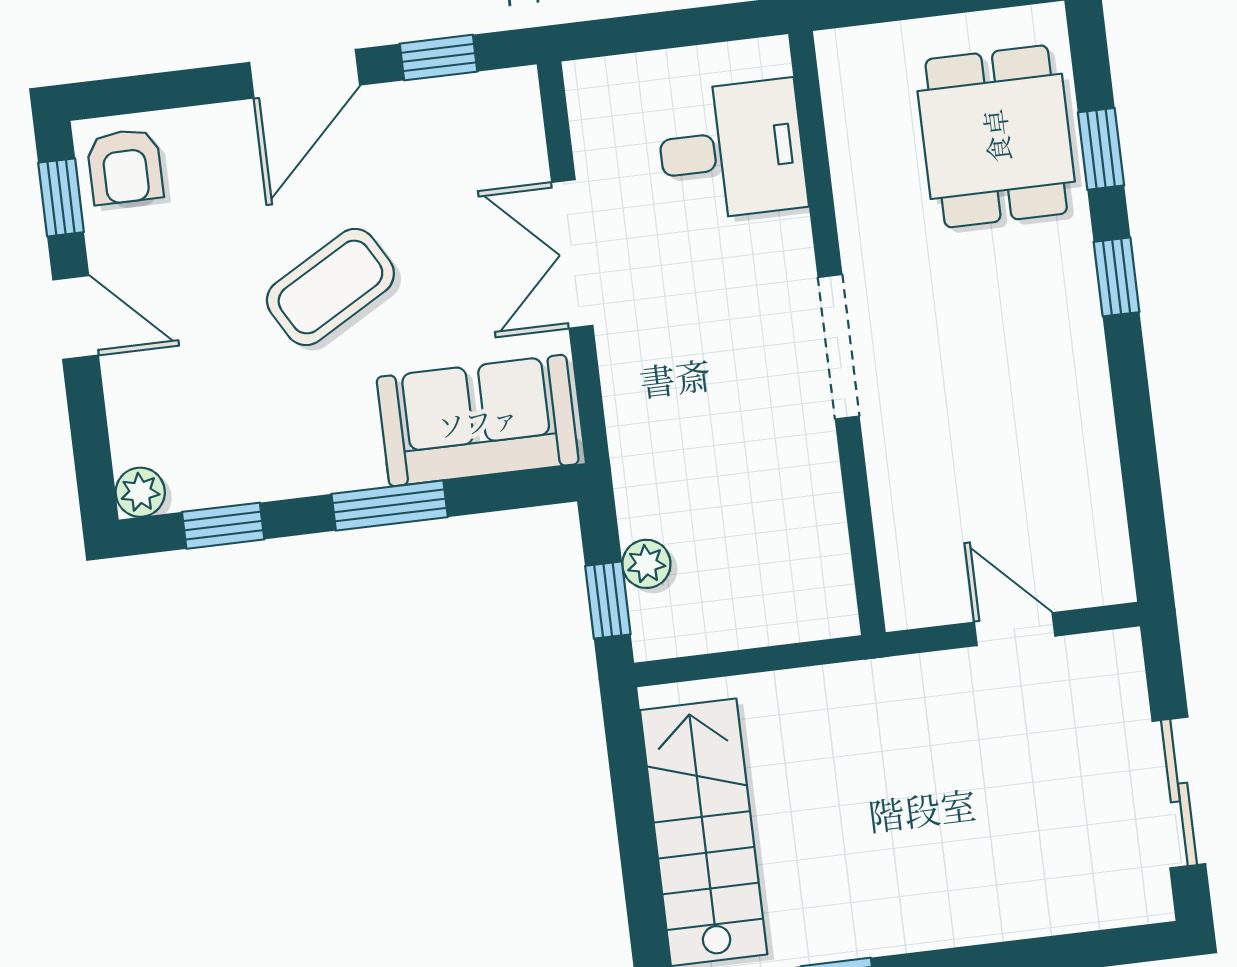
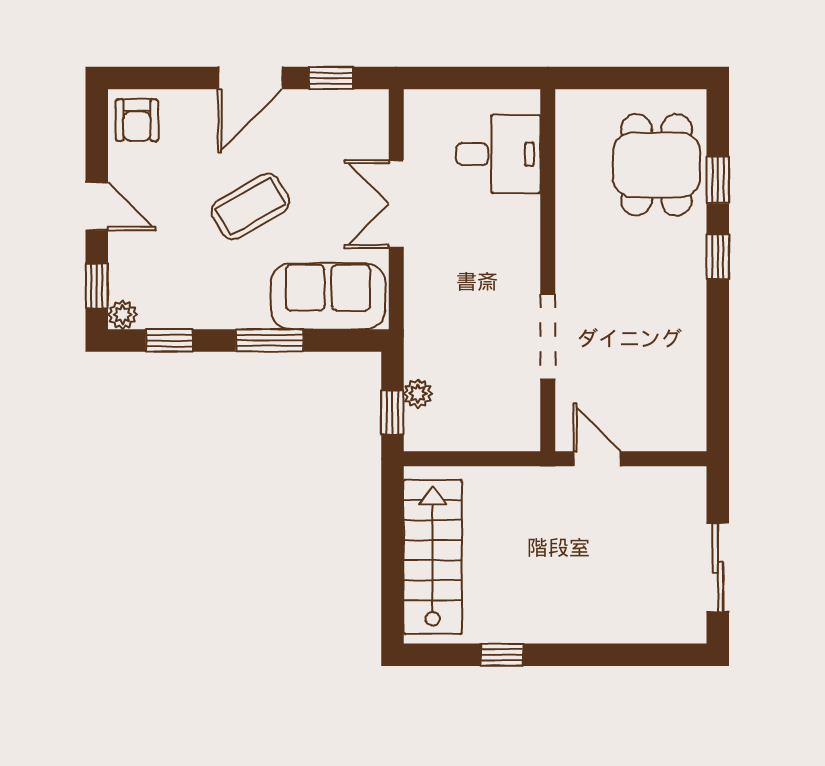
window: (61, 197) -> (97, 286), moved
doorway: (839, 347) -> (548, 337), moved
door: (1015, 629) -> (597, 459), moved

